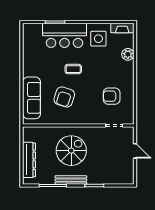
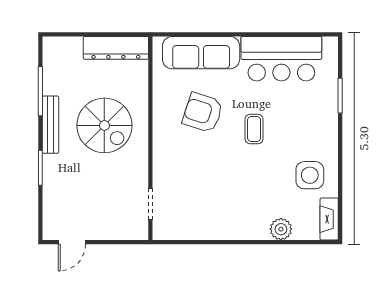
bar counter: (65, 35) -> (281, 59), moved, turned -90
armchair: (112, 96) -> (204, 199), removed
door: (135, 151) -> (72, 242), moved
dresser: (29, 160) -> (116, 48), moved

